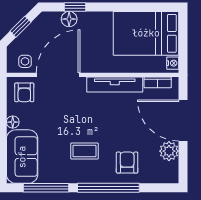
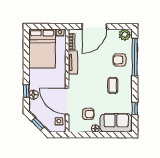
tv unit: (115, 85) -> (73, 62), width x0.71
armchair: (24, 92) -> (88, 114), moved
plant: (169, 151) -> (125, 35), moved
window: (46, 188) -> (135, 109), width x0.46
window: (108, 188) -> (135, 57), moved

